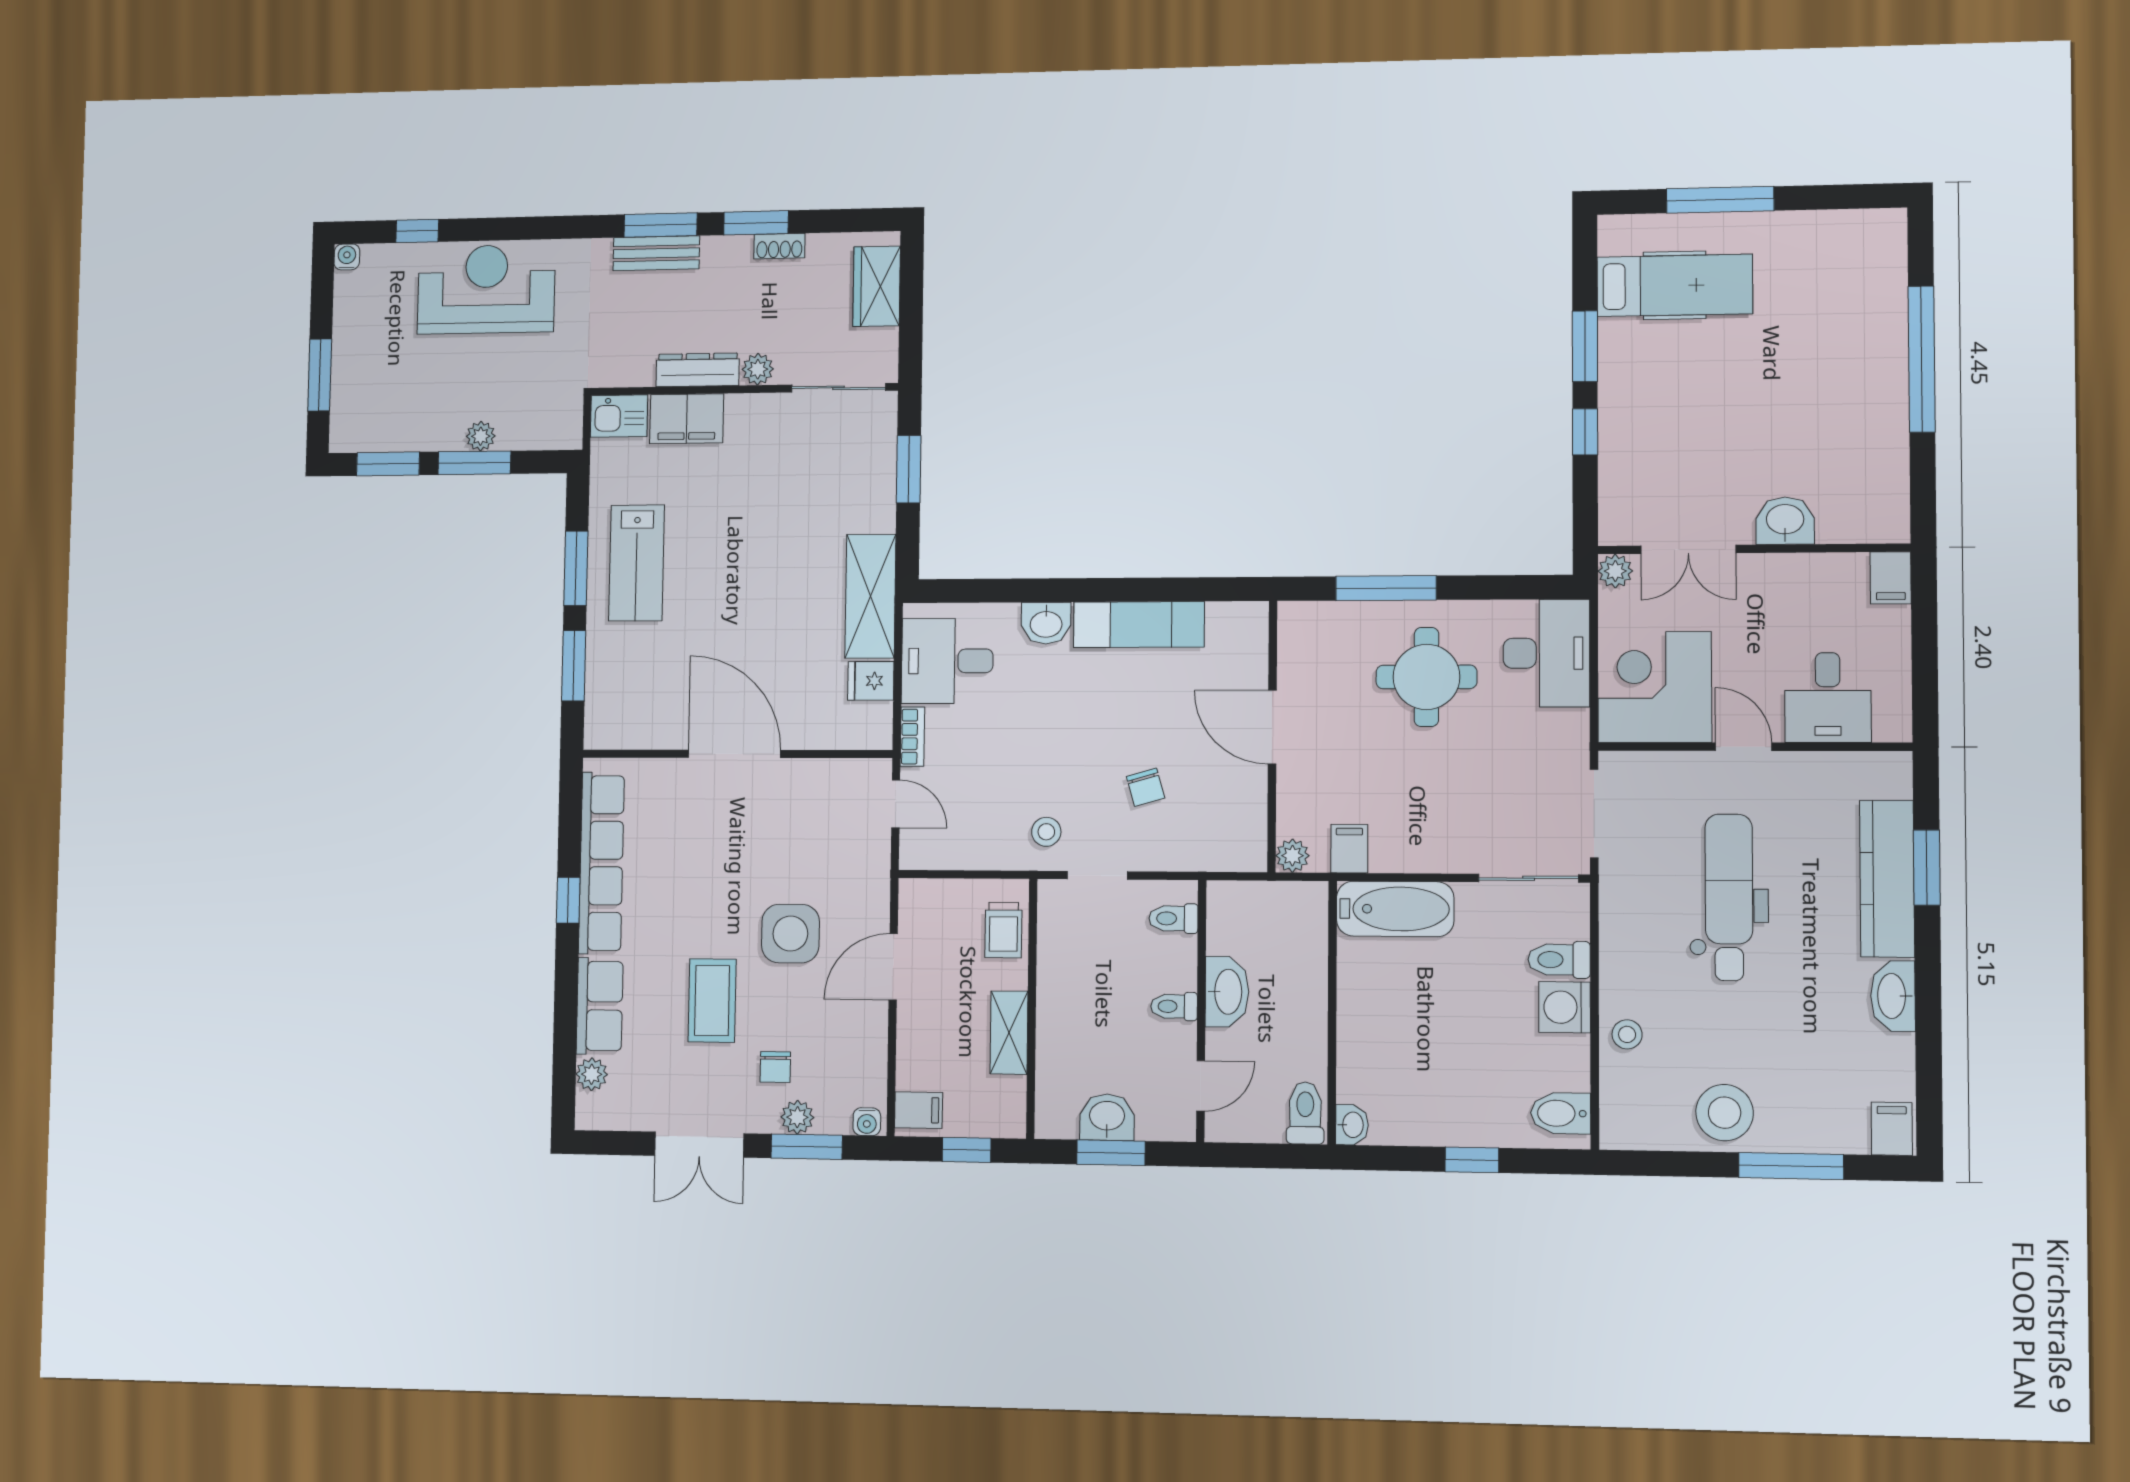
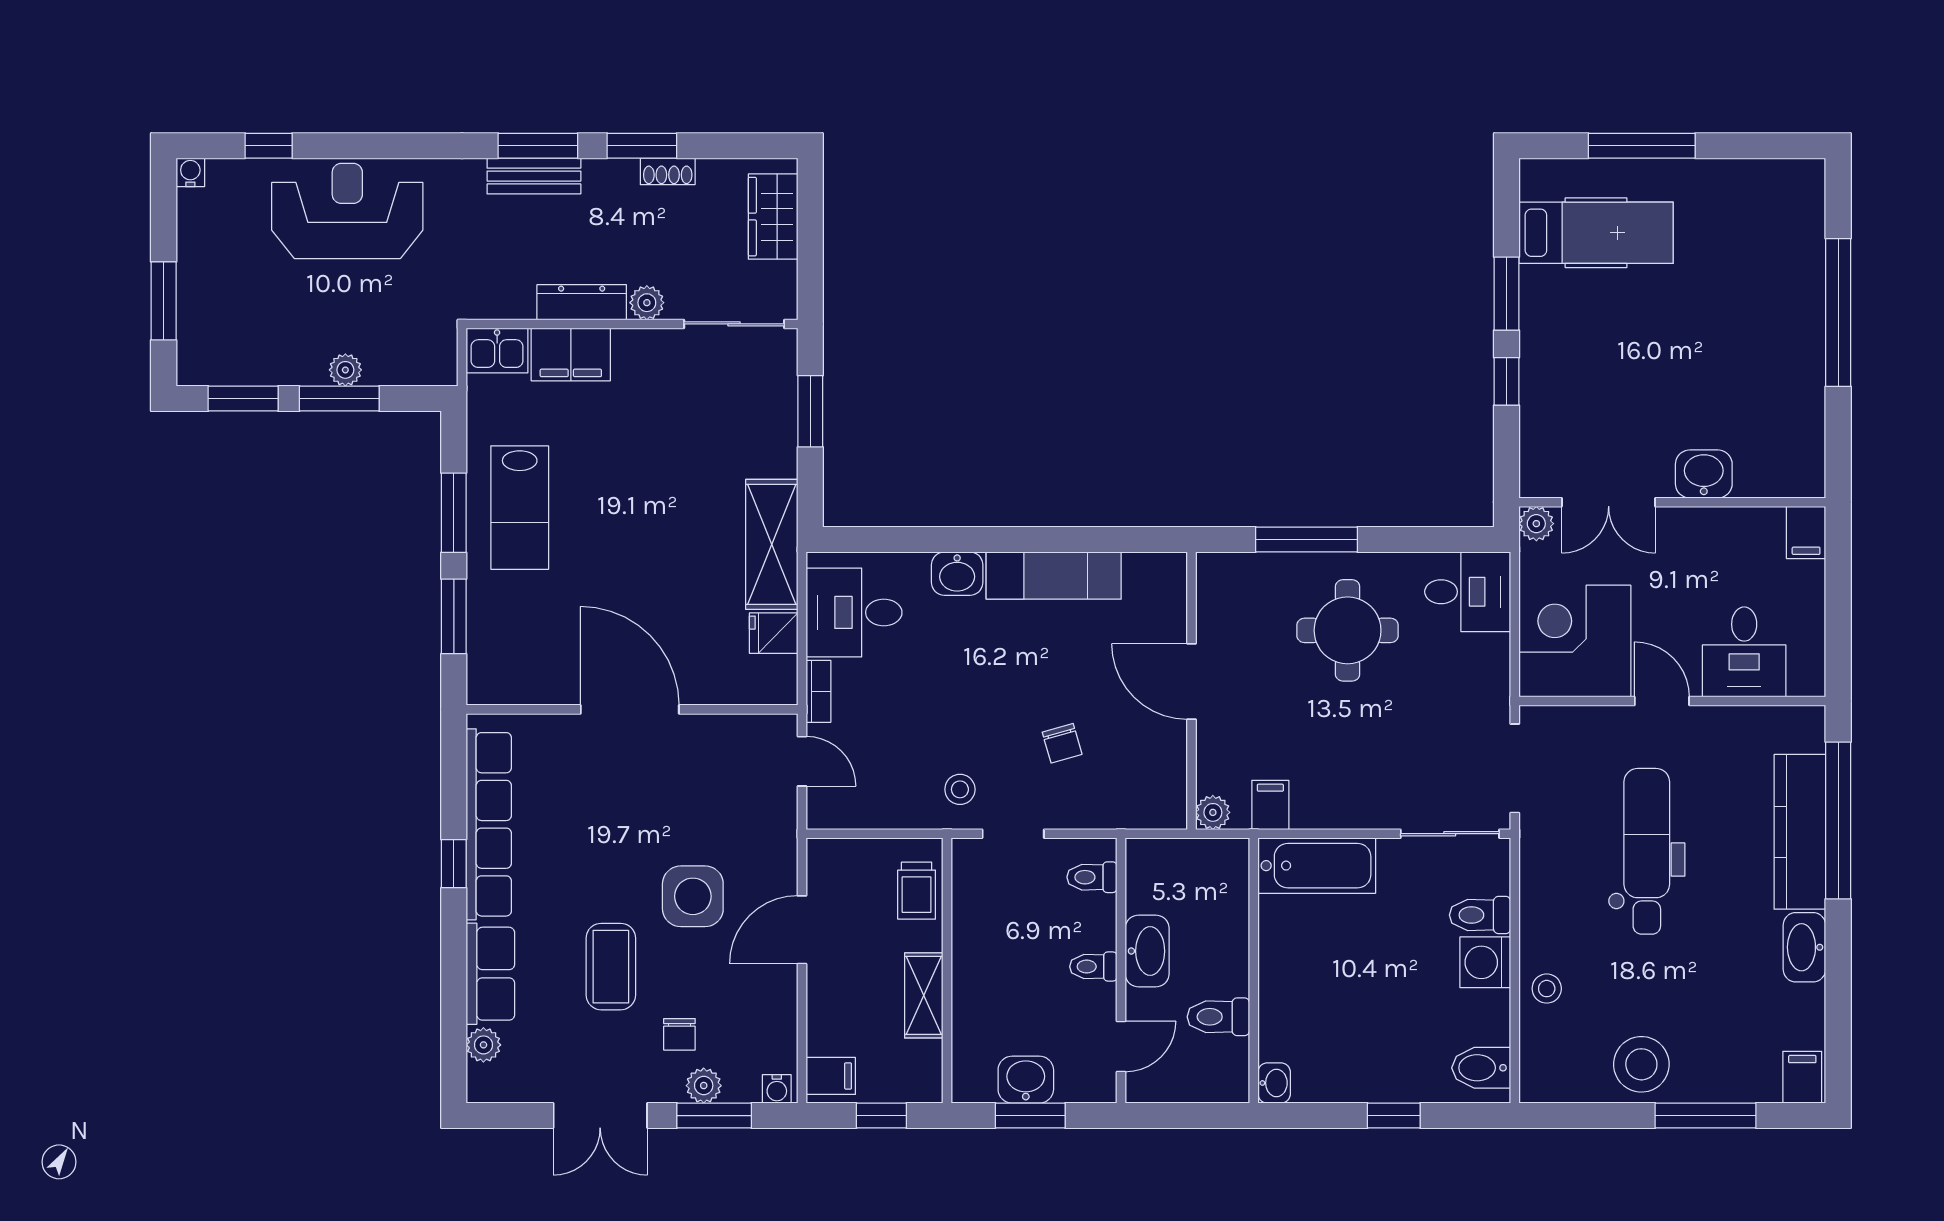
desk: (1546, 653) -> (1468, 592), width x0.73
window: (1927, 868) -> (1838, 820), width x2.11
toilet: (1305, 1113) -> (1218, 1017), moved, turned -90

